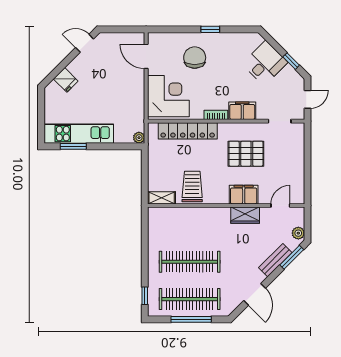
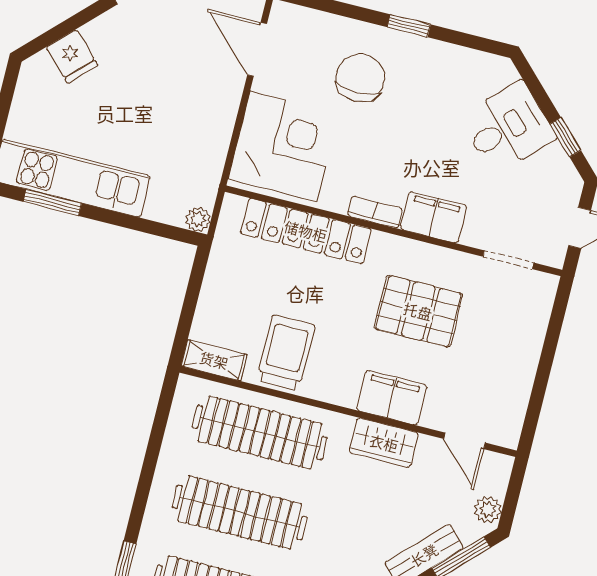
door: (280, 205) -> (464, 441), swing flipped
clothes rail: (190, 224) -> (260, 432), added

